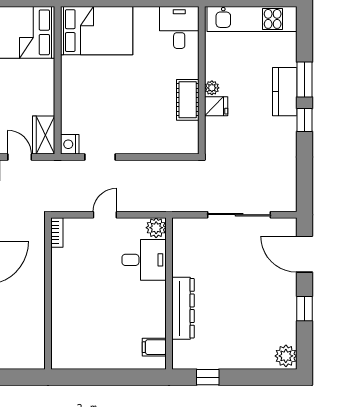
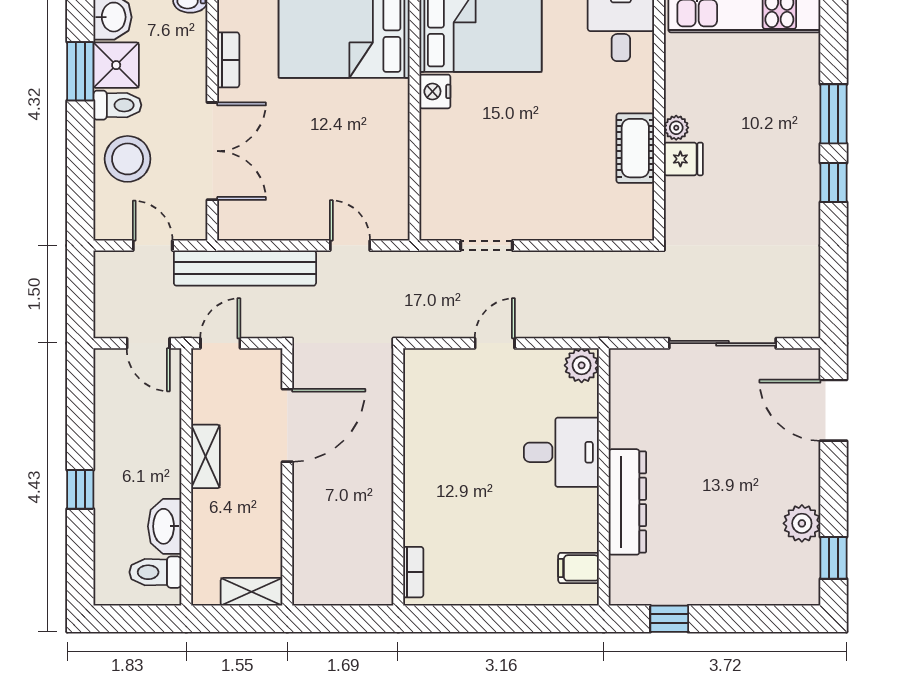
kitchen counter: (285, 92) -> (800, 134), removed
wardrobe: (44, 135) -> (391, 208), removed
nightstand: (70, 144) -> (435, 91), moved
bookcase: (57, 233) -> (413, 572), moved
desk: (144, 260) -> (561, 452), moved
window: (305, 309) -> (834, 558), moved
plant: (286, 356) -> (802, 523), moved

